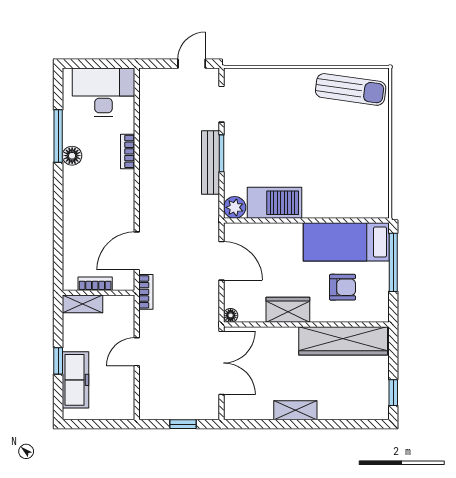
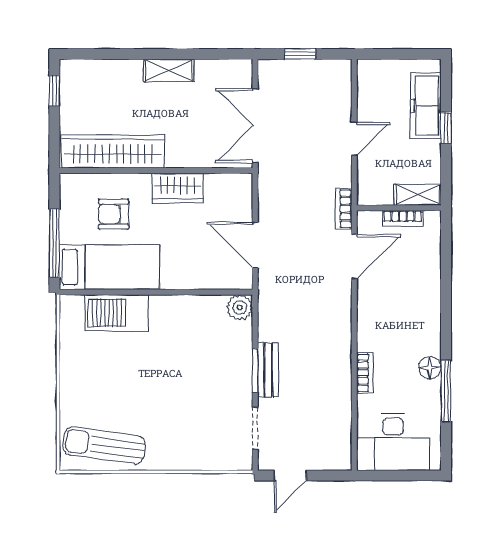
bench: (210, 162) -> (268, 370), width x0.73
barbecue: (274, 203) -> (116, 313), moved
floor lamp: (231, 315) -> (244, 181), removed

